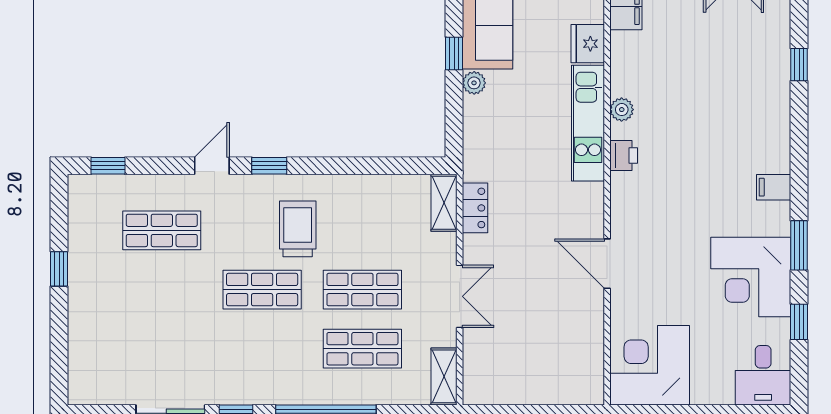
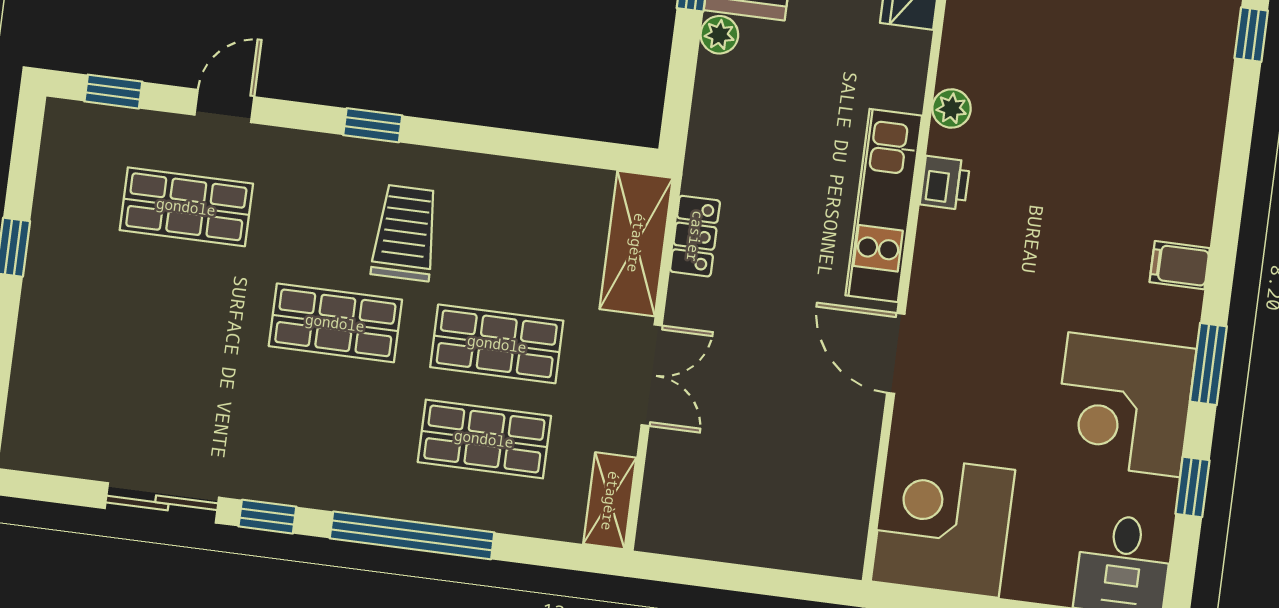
window: (799, 65) -> (1251, 35), moved
kitchen unit: (588, 123) -> (884, 205), moved
door: (212, 166) -> (224, 106), moved
shelving: (444, 203) -> (636, 243), width x1.50, depth x1.33

